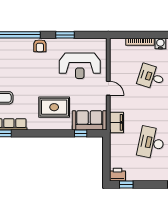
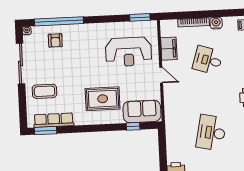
window: (65, 35) -> (140, 17), moved
armchair: (40, 46) -> (55, 40), moved
filing cabinet: (116, 122) -> (169, 49), moved

